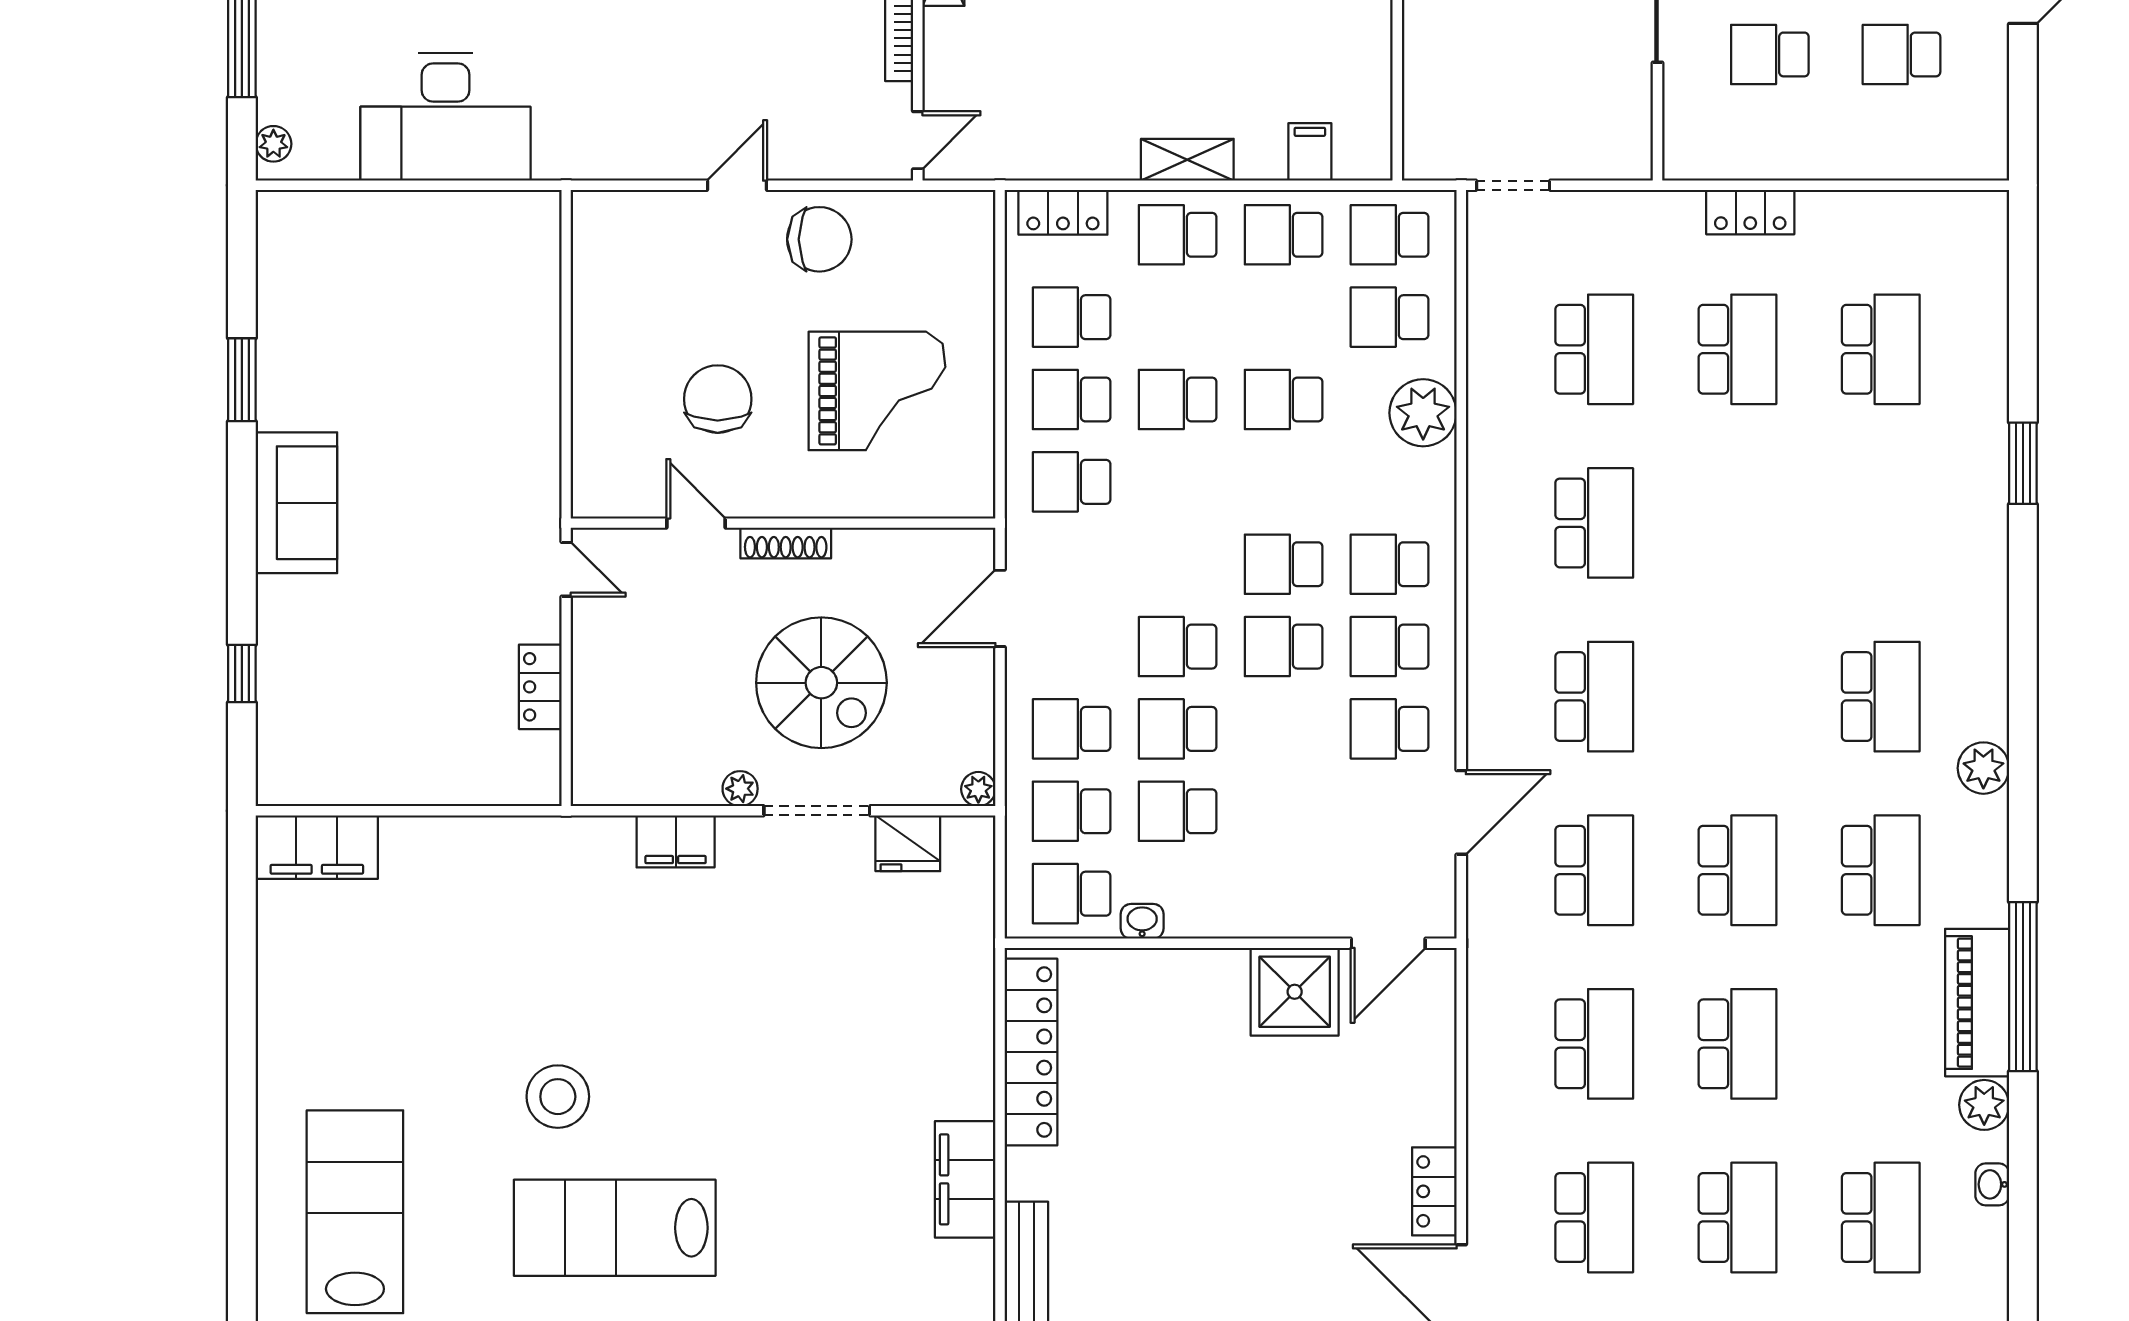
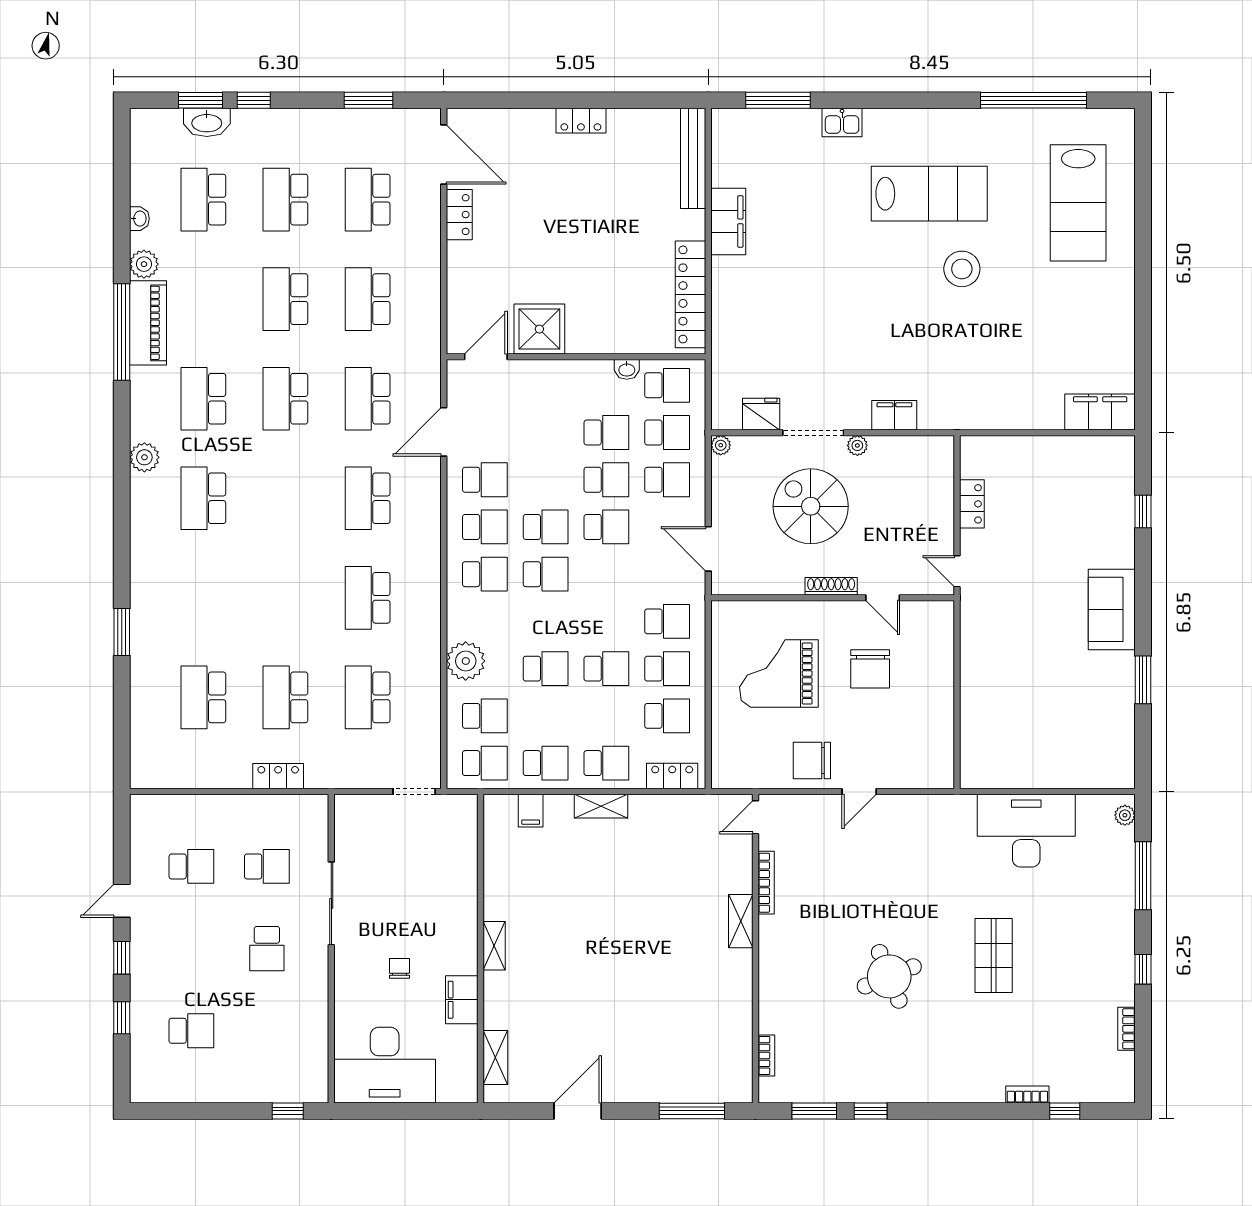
door: (1000, 608) -> (708, 549), swing flipped

